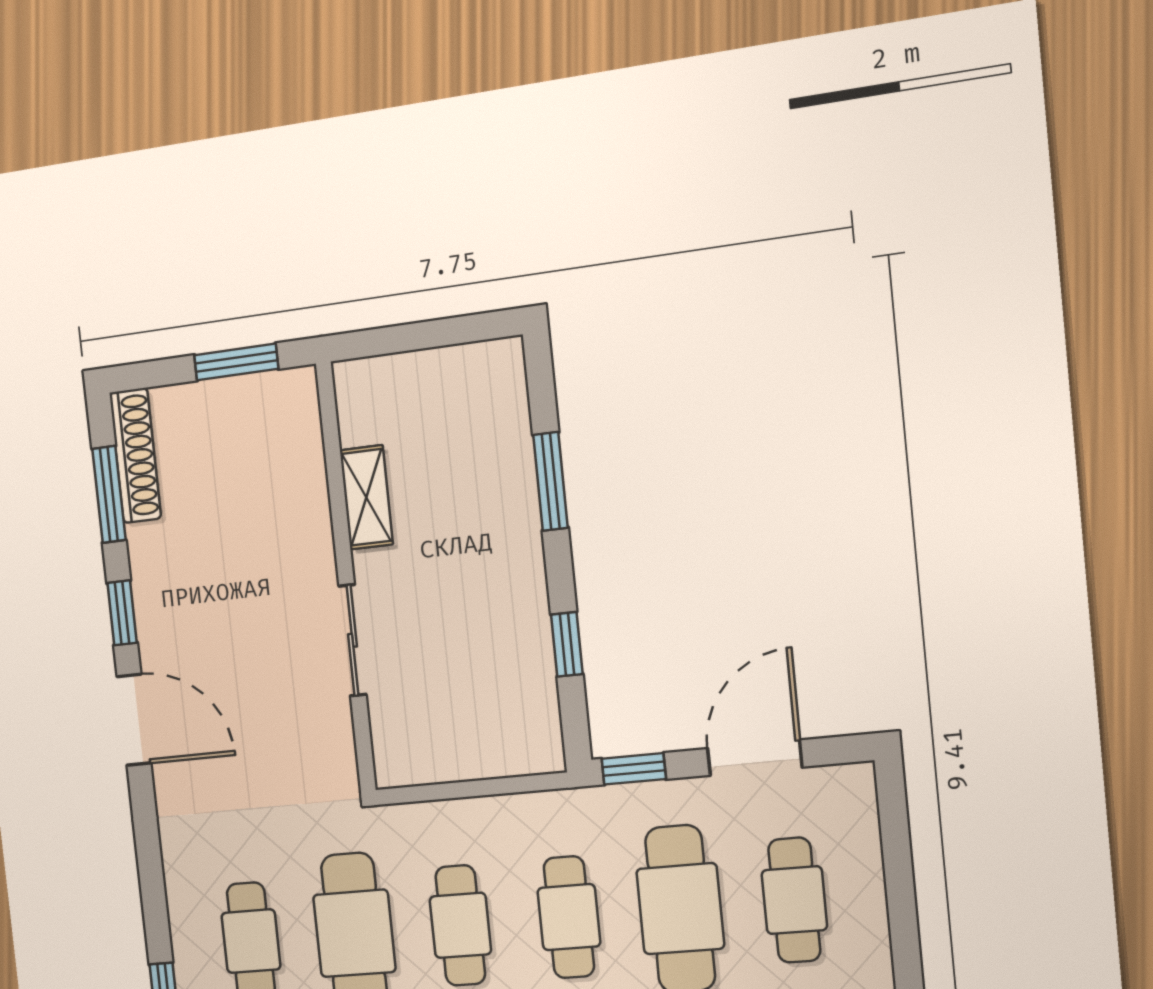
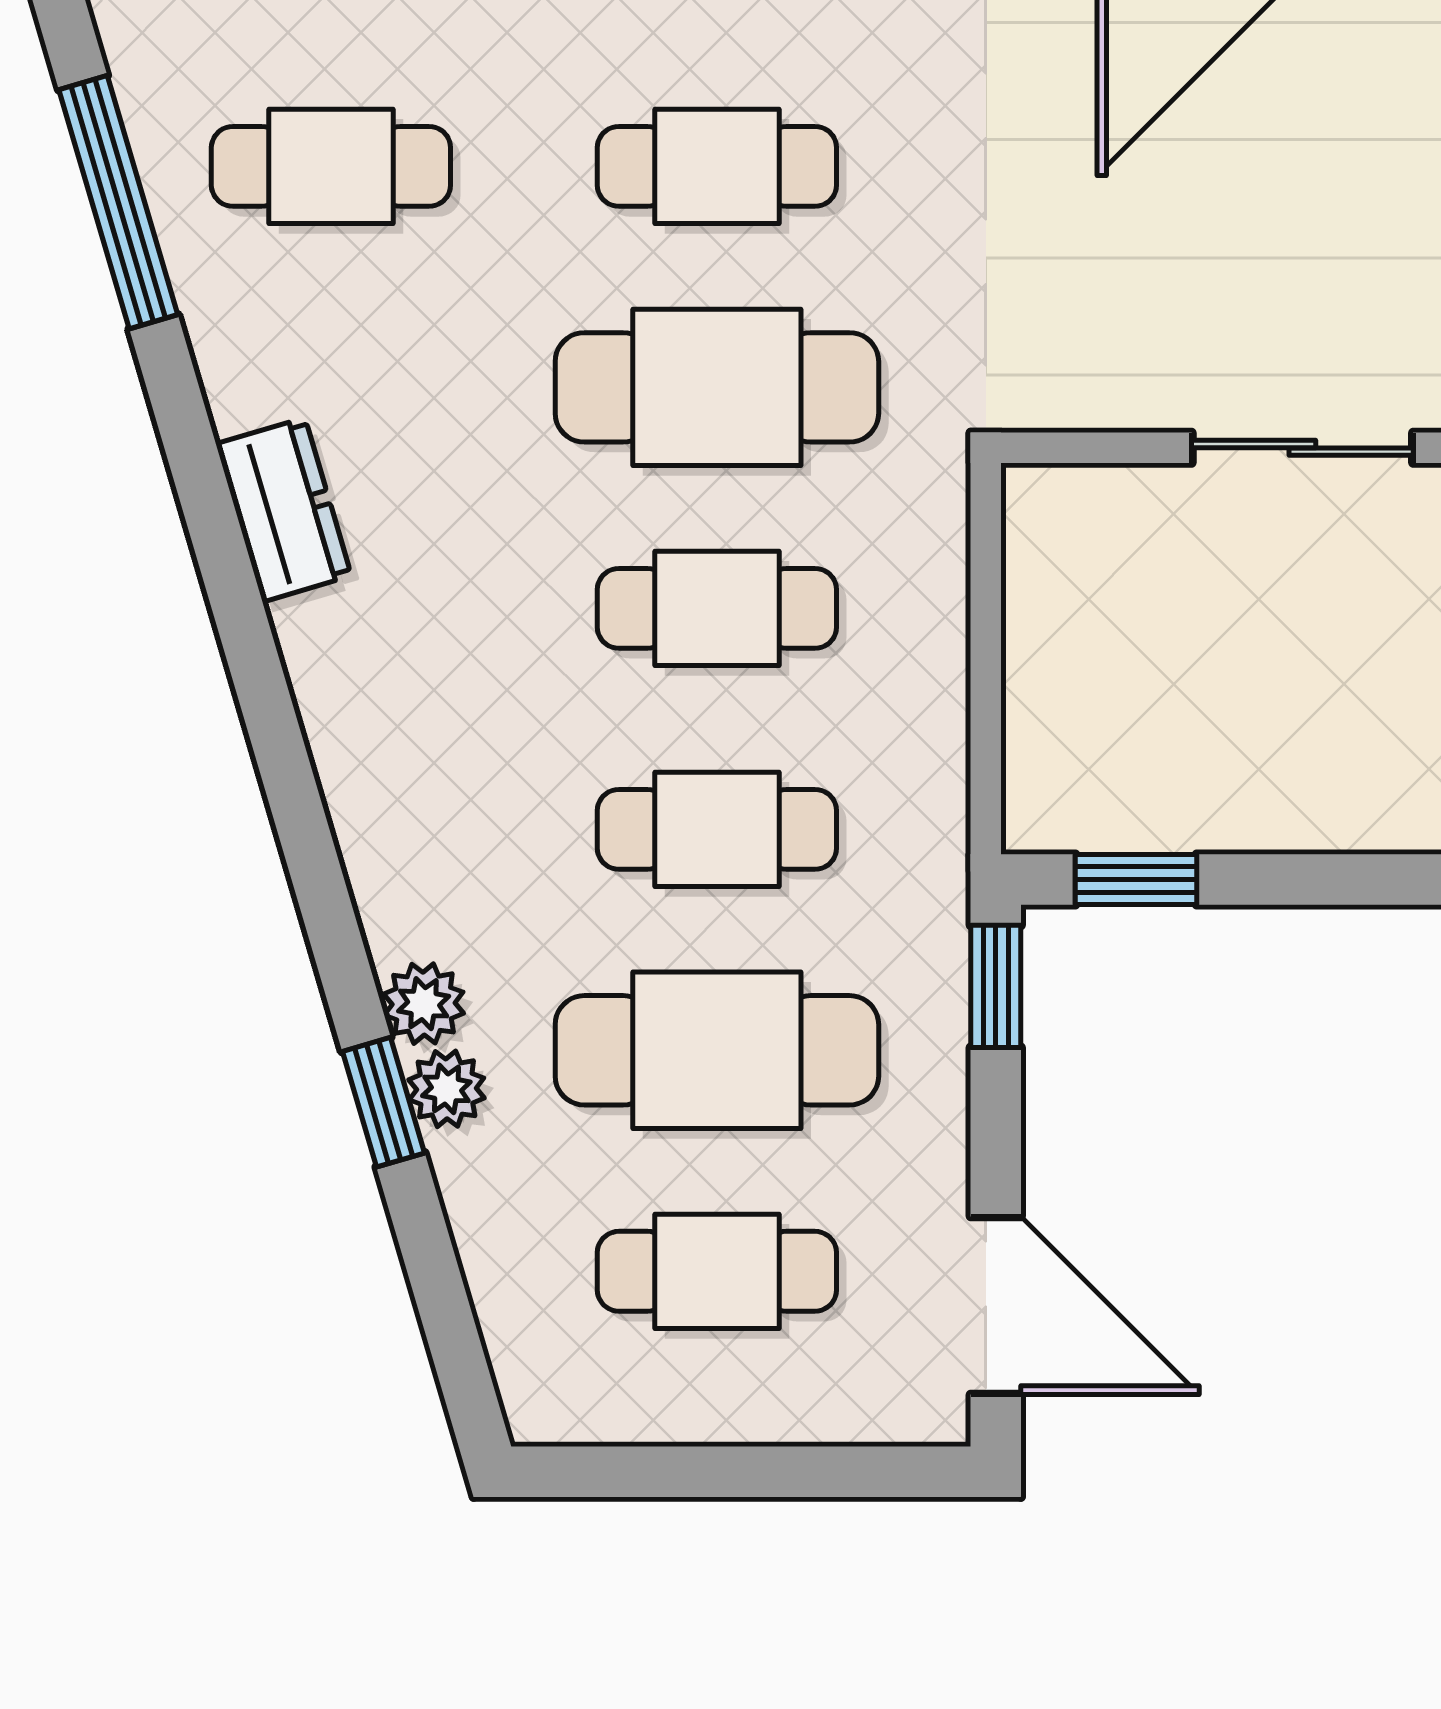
window: (567, 644) -> (1136, 879), moved
door: (755, 758) -> (996, 1305), moved

